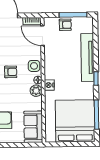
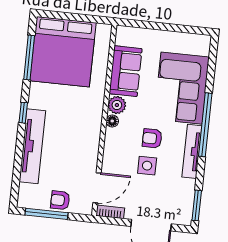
door: (42, 36) -> (97, 188), hinge flipped
side table: (34, 66) -> (147, 166), moved
nightstand: (49, 85) -> (96, 111), removed
sofa: (33, 127) -> (126, 71), moved

